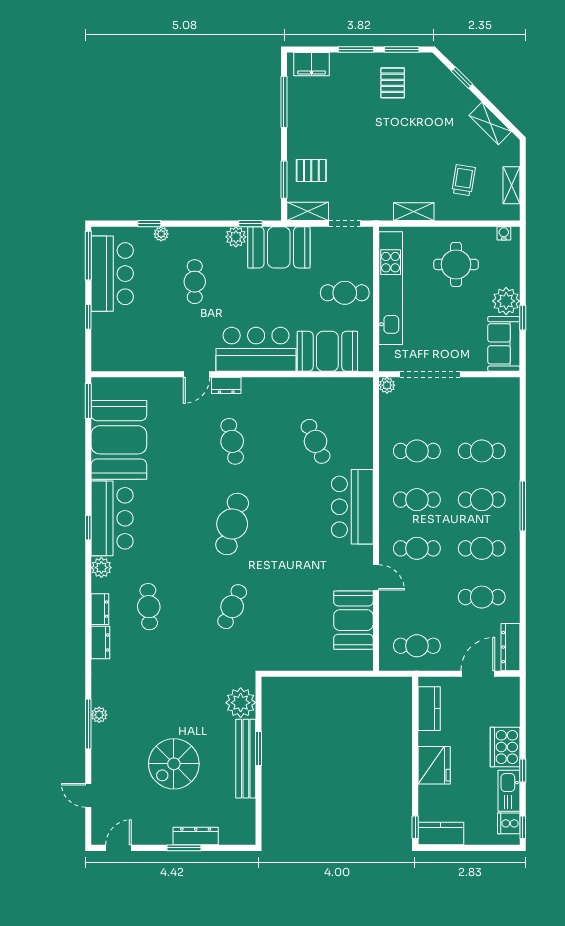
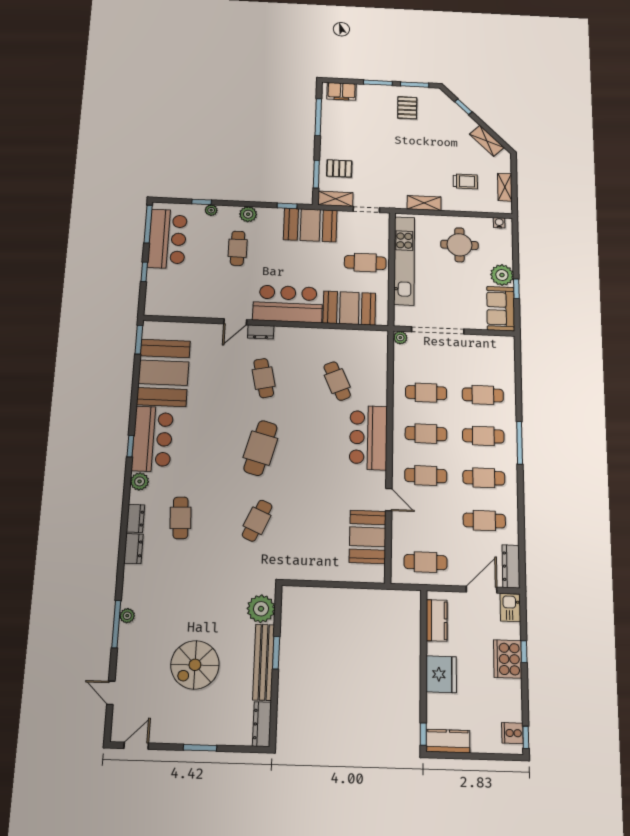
trolley: (464, 180) -> (465, 181), turned 81
plant: (236, 237) -> (248, 214), moved
window: (523, 771) -> (524, 652), moved
kitchen sink: (509, 791) -> (510, 608), moved, width x0.73
dresser: (196, 836) -> (262, 724), moved, turned -90

